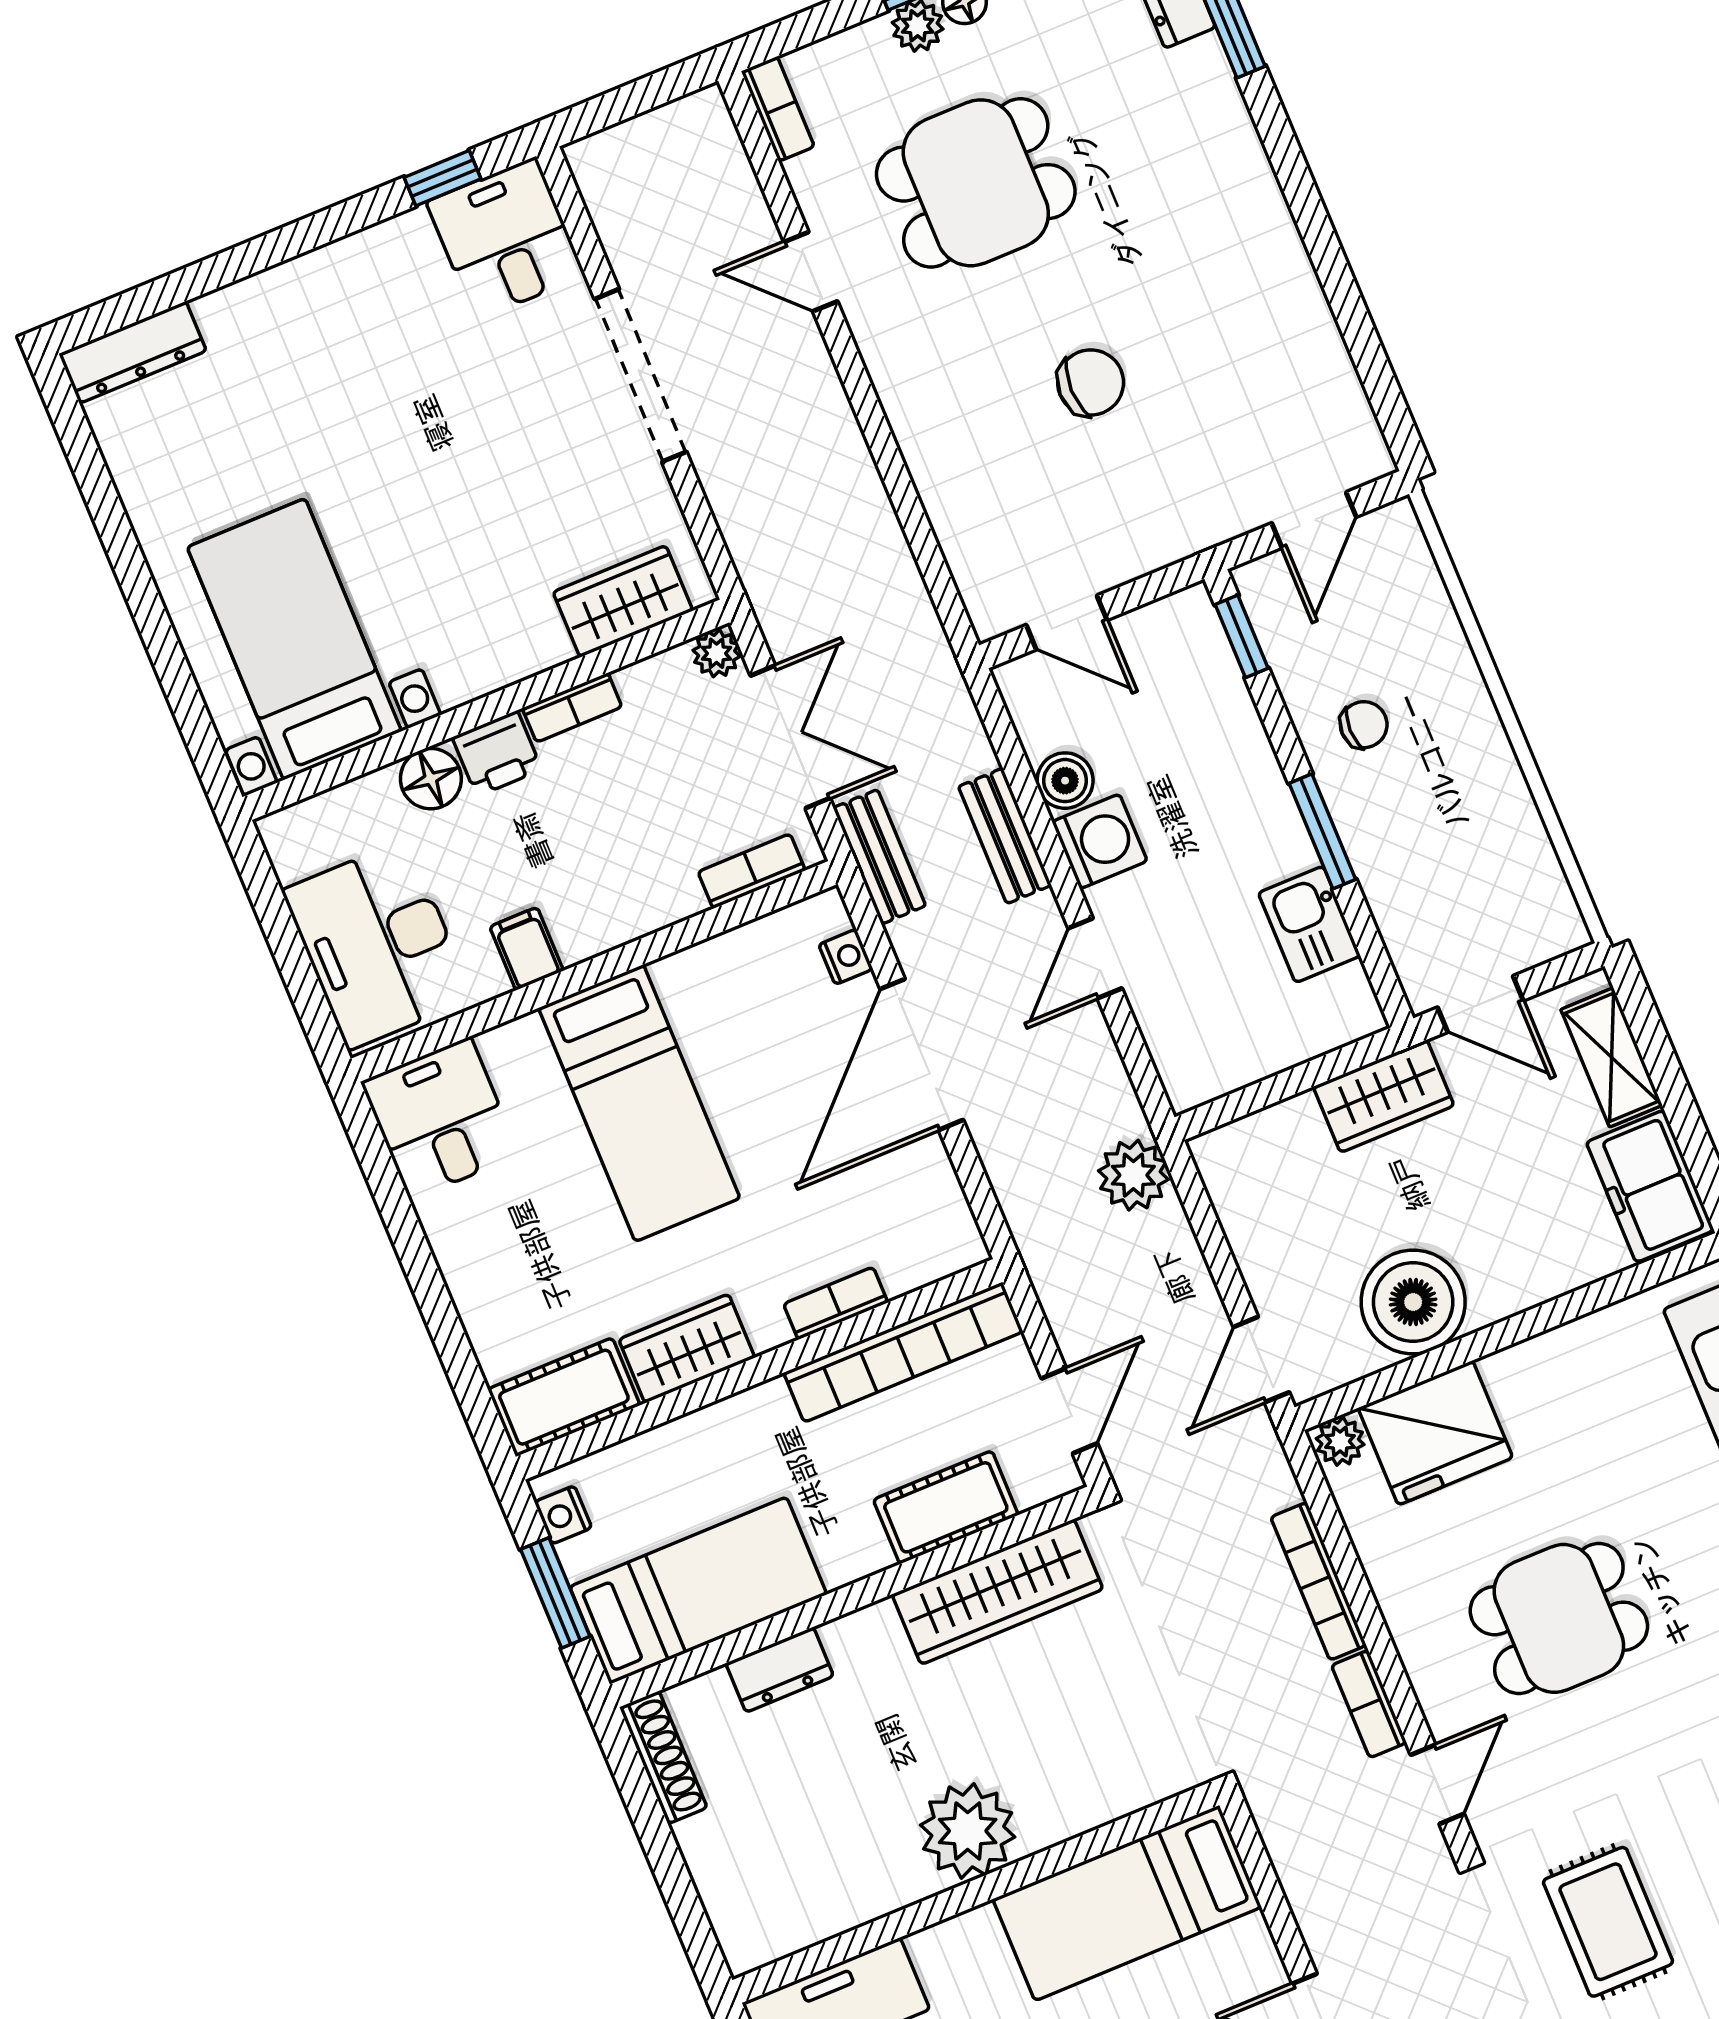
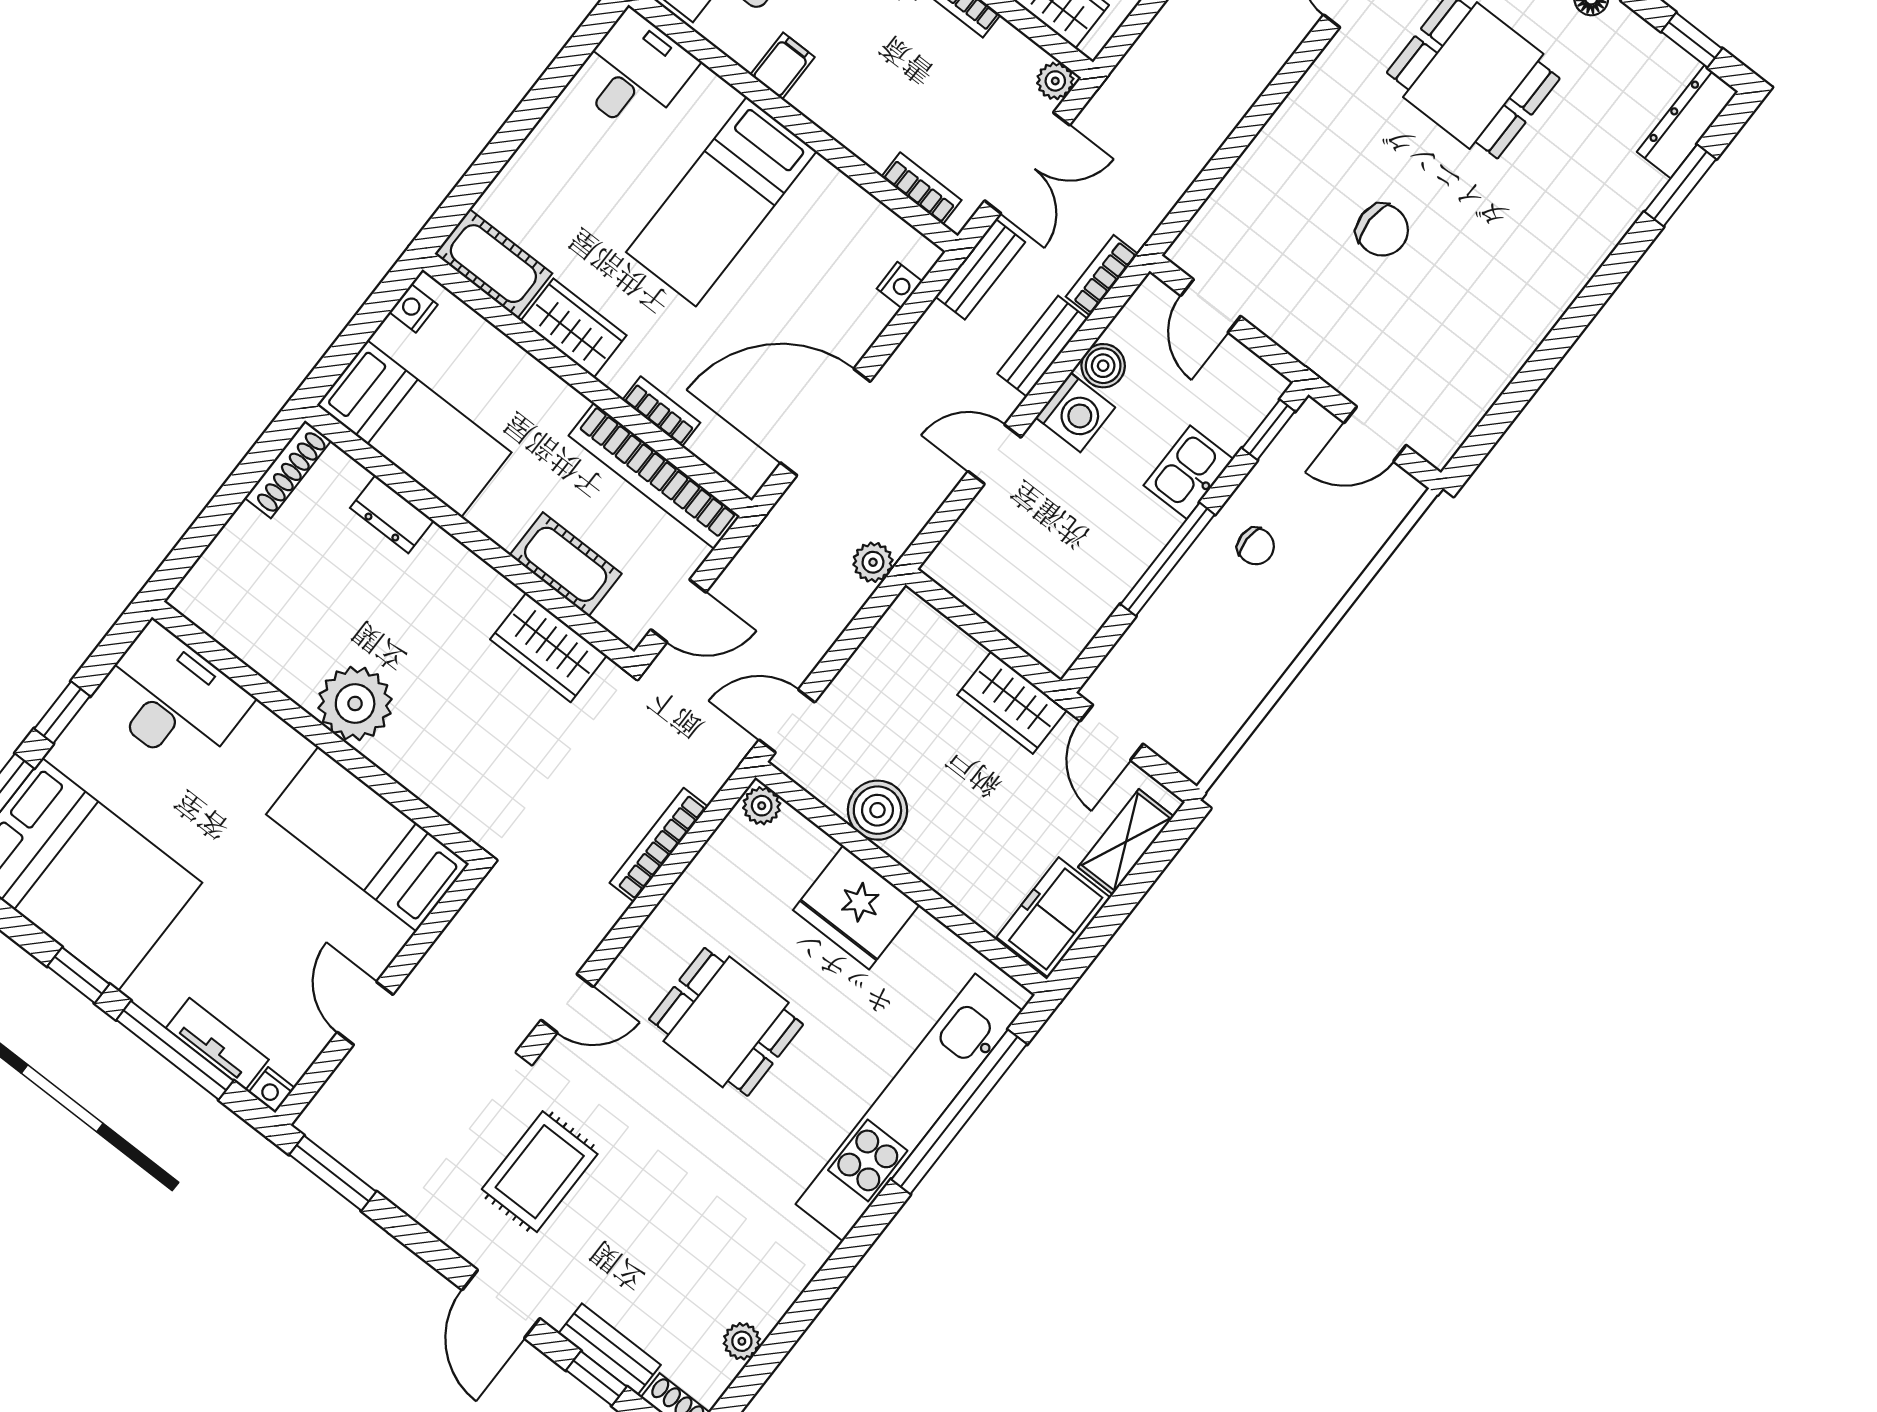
window: (1322, 831) -> (1168, 559), width x1.44
kitchen sink: (1309, 924) -> (1188, 472), moved
door: (922, 1054) -> (825, 422), moved
plant: (1133, 1175) -> (873, 562), width x0.73, depth x0.73
boiler: (1413, 1302) -> (877, 810), width x0.73, depth x0.73
fridge: (1435, 1433) -> (856, 907), moved
wardrobe: (998, 1592) -> (549, 647), width x0.67
window: (555, 1593) -> (358, 333), removed
bookcase: (1369, 1704) -> (1102, 275), moved

